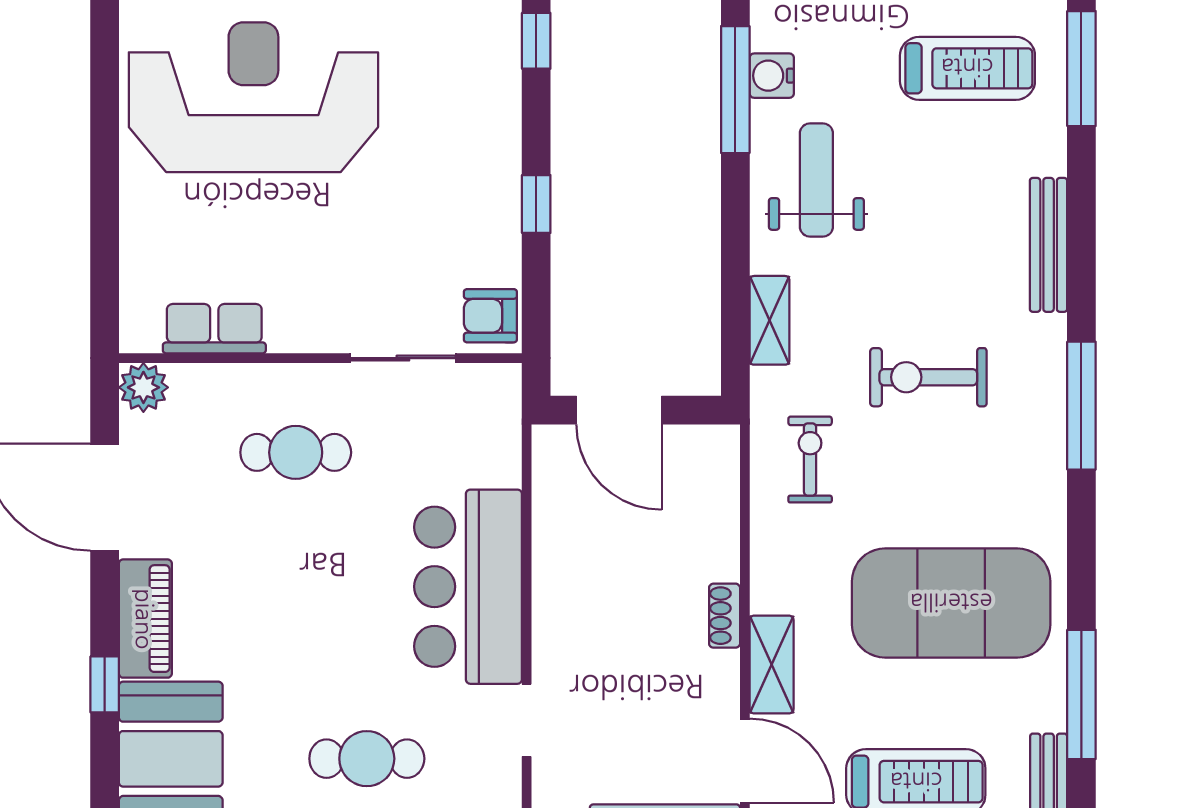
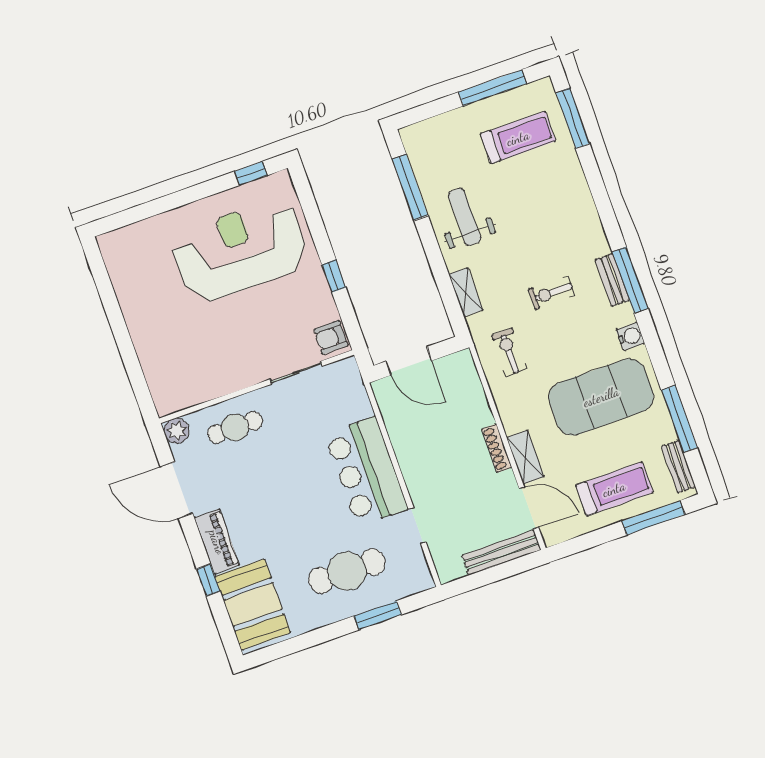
window: (536, 41) -> (306, 198), removed
water cooler: (772, 76) -> (630, 336), moved, turned 180
reception desk: (253, 97) -> (240, 251), moved
bench: (1049, 245) -> (612, 280), moved, width x0.73
row of seats: (214, 329) -> (201, 391), removed
exercise bike: (928, 377) -> (552, 292), width x0.73, depth x0.72
cafe table: (296, 452) -> (235, 427), moved
shoe rack: (725, 616) -> (497, 448), width x1.43
cafe table: (367, 759) -> (347, 571), width x1.37, depth x1.35

